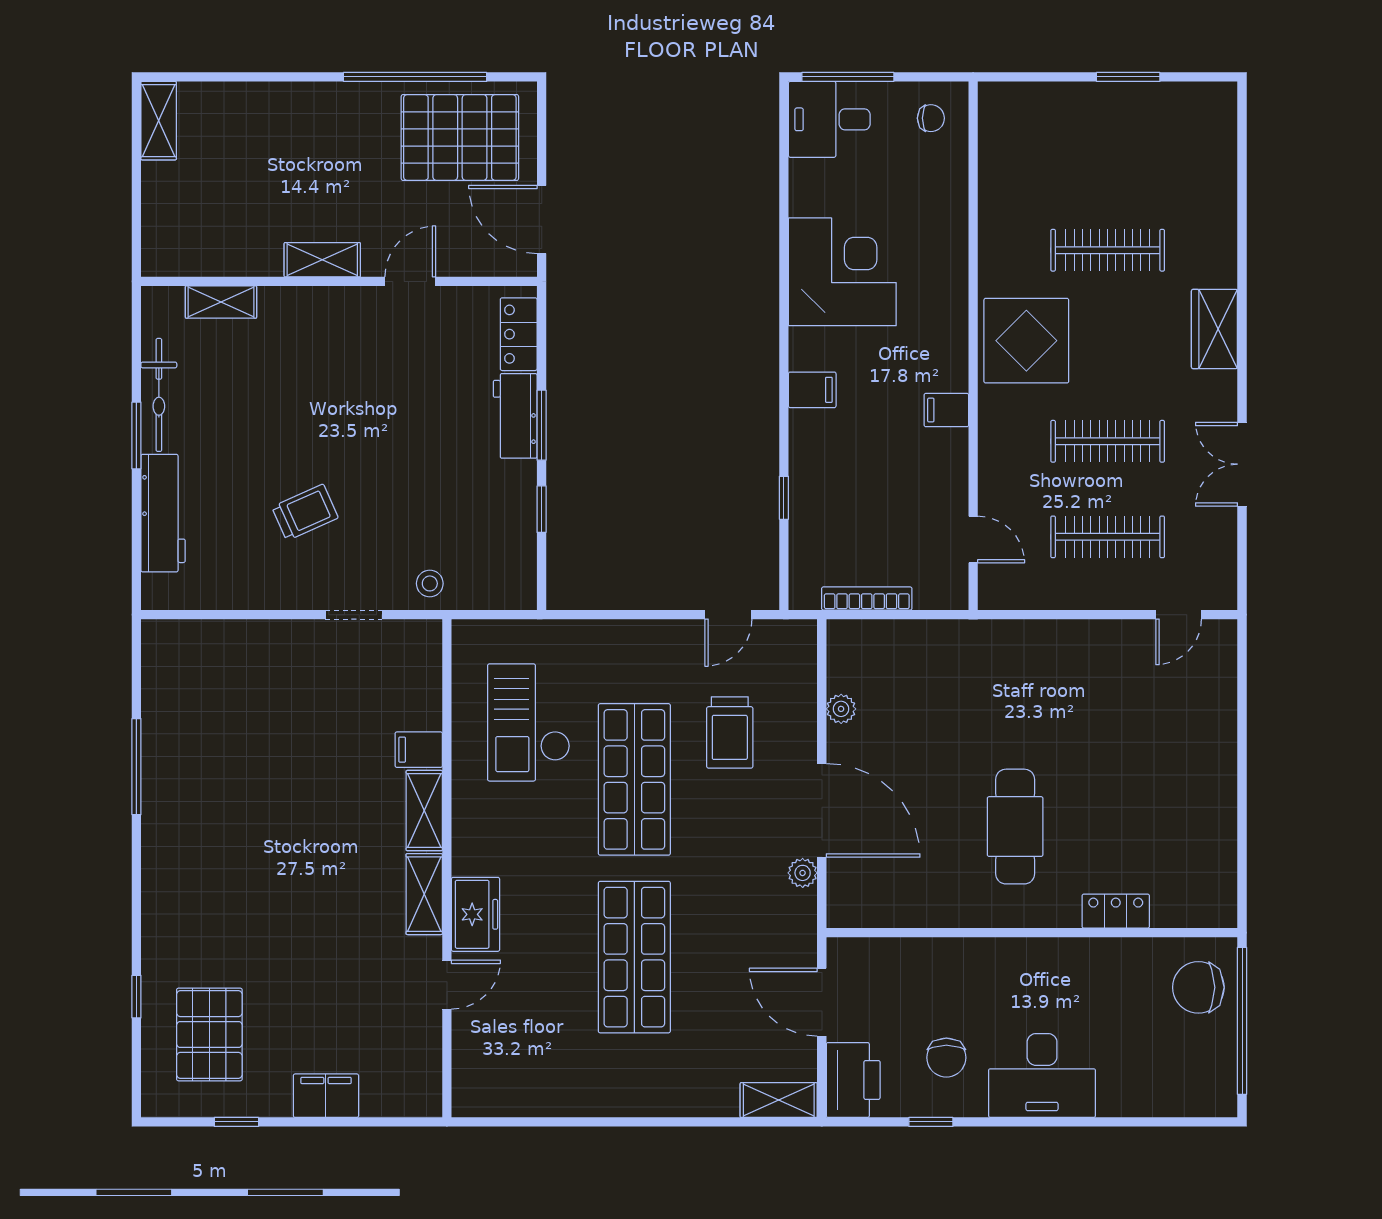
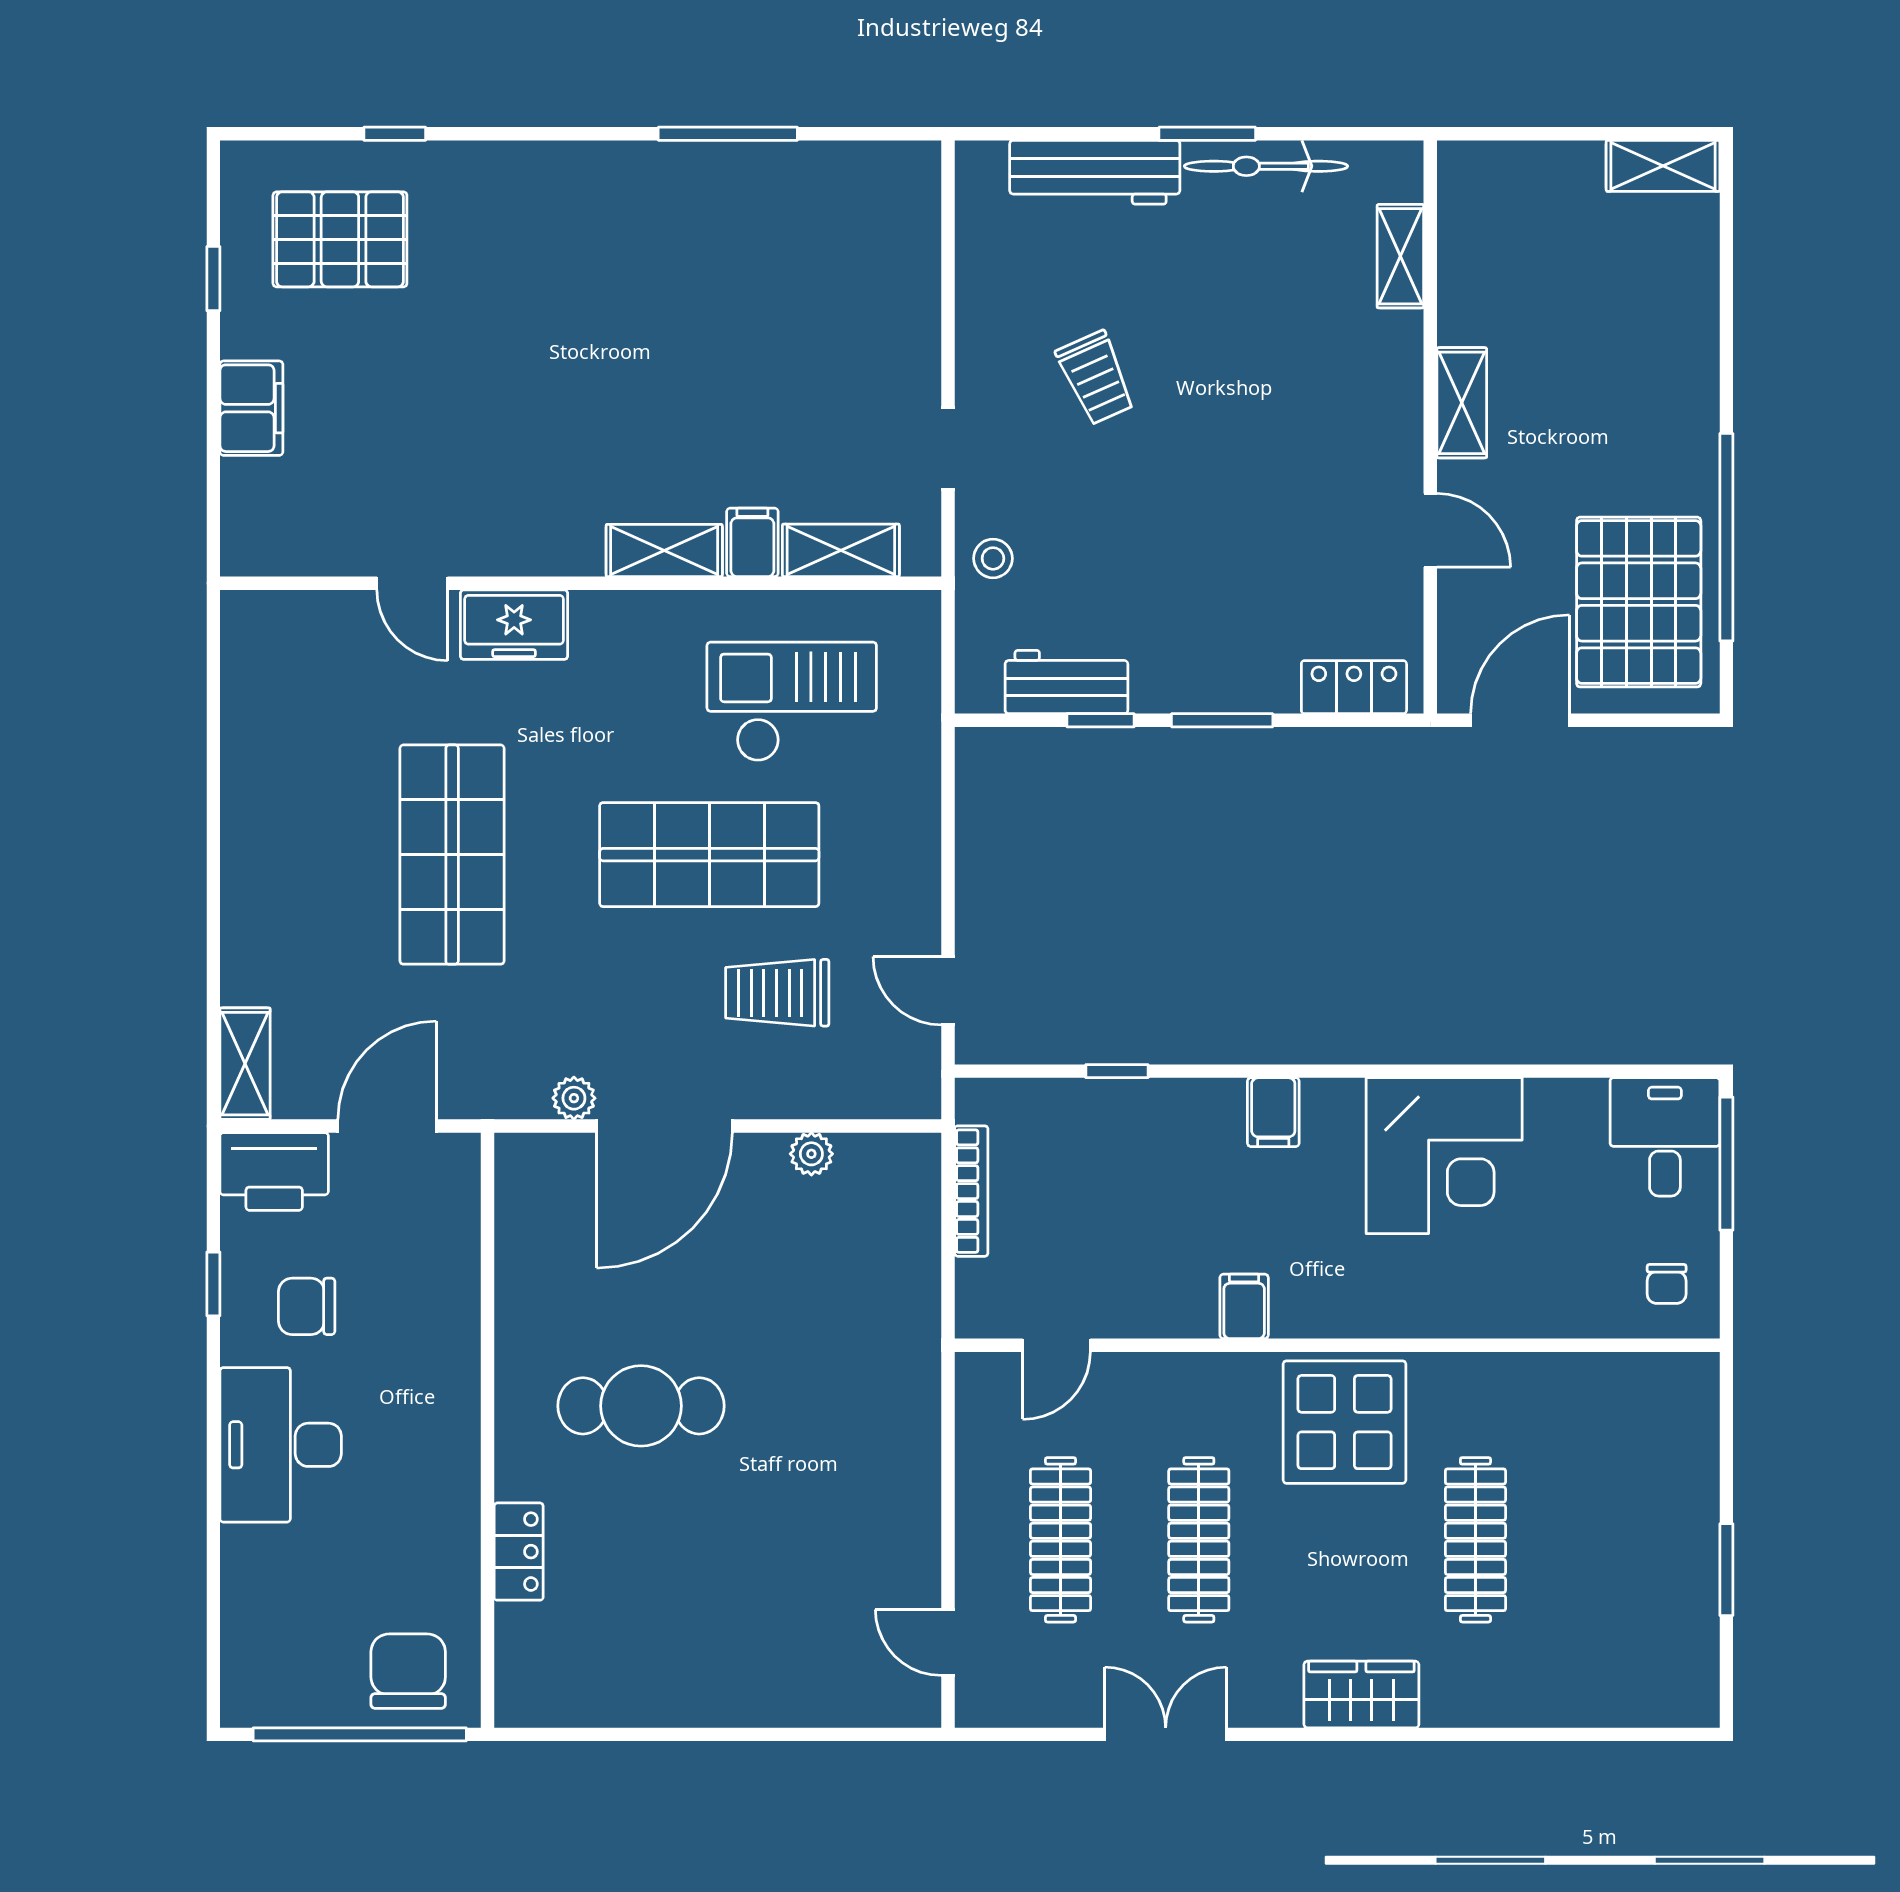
workbench: (515, 416) -> (1066, 682), moved
shelving: (424, 894) -> (841, 550), moved
shop shelf: (634, 957) -> (452, 855), turned 90

